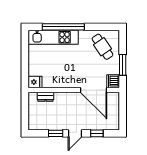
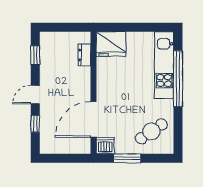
fridge: (35, 82) -> (111, 44), width x1.88, depth x1.34
window: (56, 133) -> (35, 55), moved
door: (75, 133) -> (35, 95), hinge flipped

